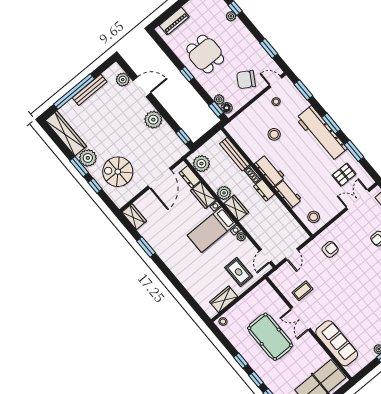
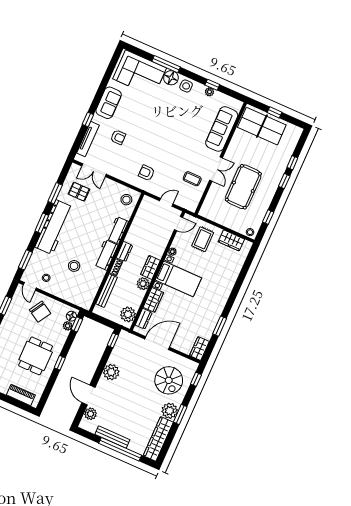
window: (95, 186) -> (196, 379), moved
window: (241, 361) -> (268, 217), moved

